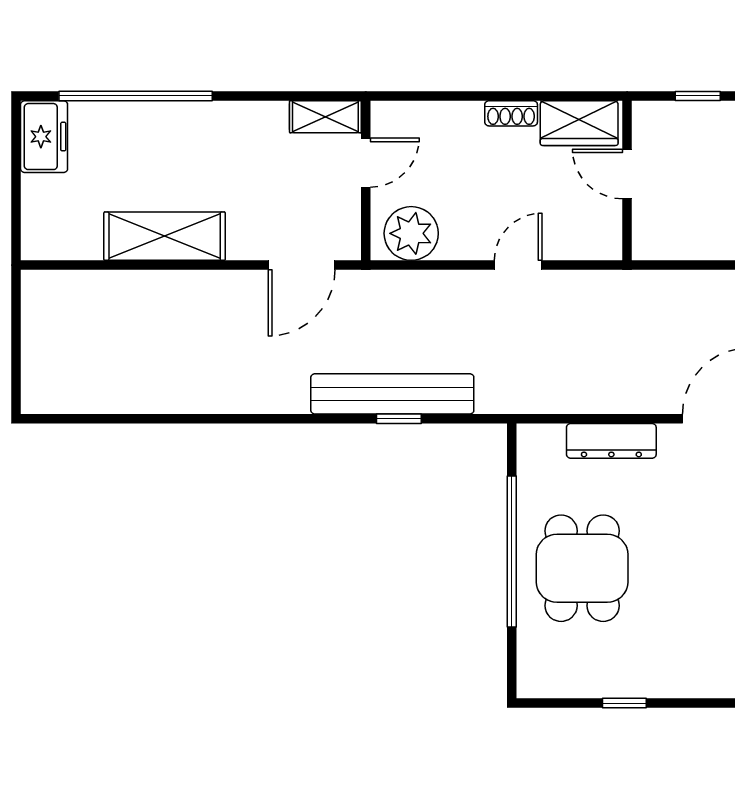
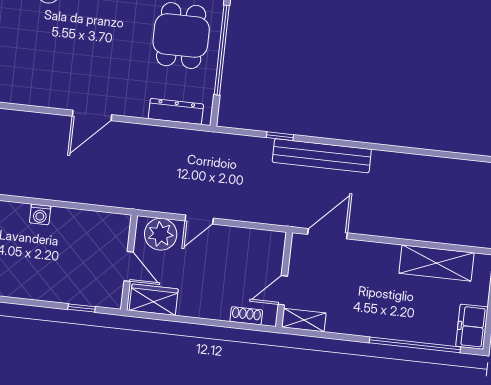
shoe rack: (511, 113) -> (246, 316), moved
plant: (411, 233) -> (161, 234), moved
shelving: (165, 236) -> (436, 263), moved
bench: (392, 394) -> (322, 156), moved
dresser: (611, 441) -> (176, 111), moved

